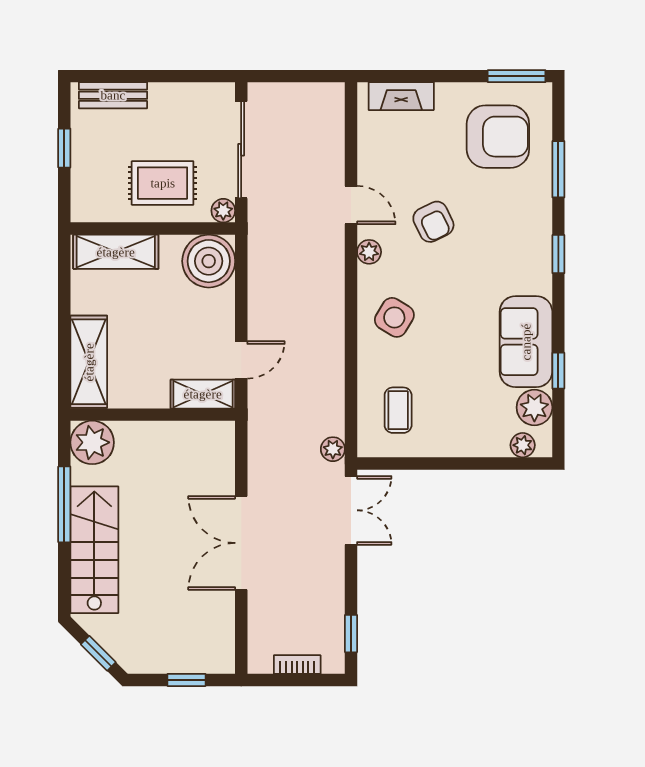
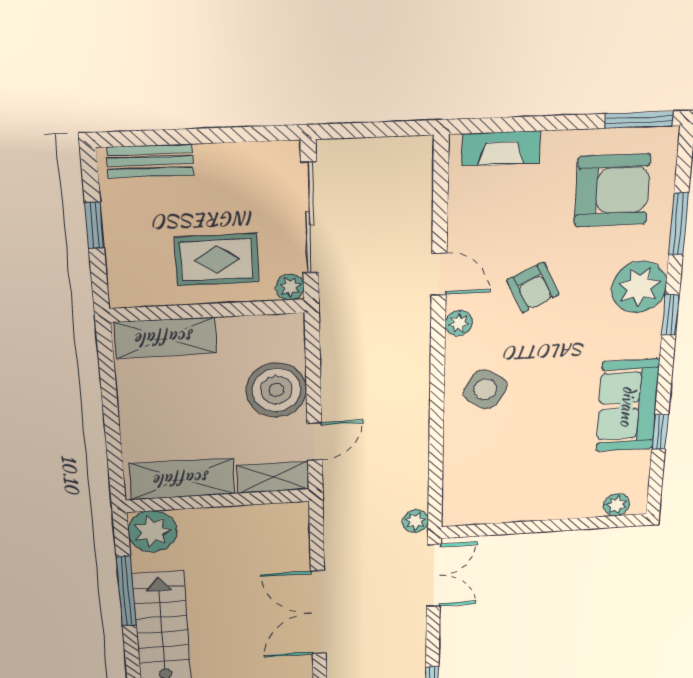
boiler: (209, 261) -> (276, 390), moved
shelving: (89, 362) -> (182, 479), moved, turned 90
plant: (534, 407) -> (639, 287), moved, width x1.36, depth x1.36
coffee table: (398, 410) -> (486, 480), removed

